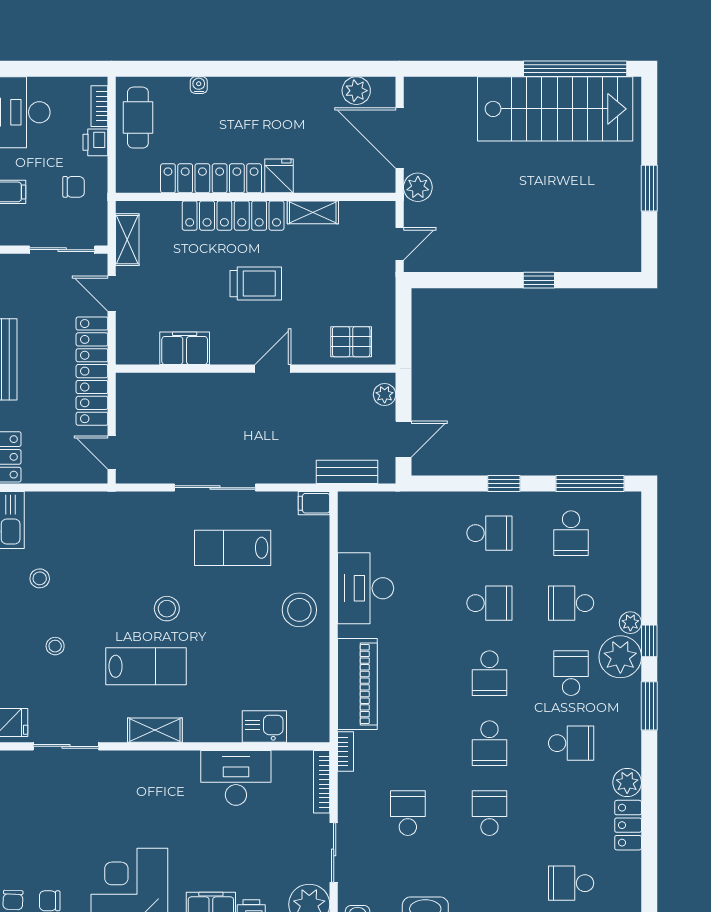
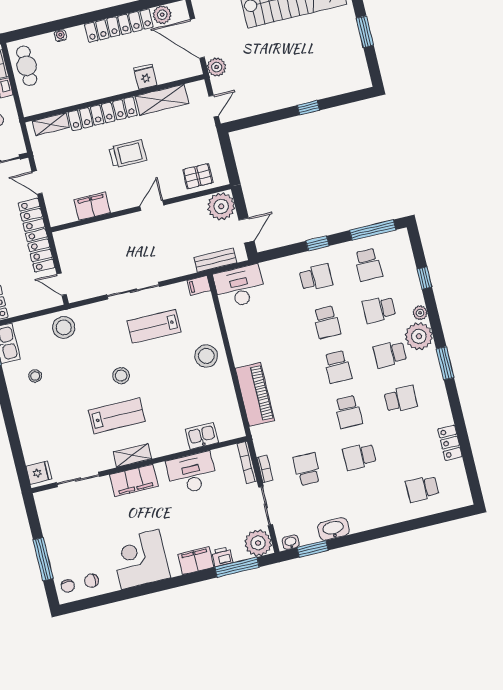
fridge: (279, 176) -> (145, 77), moved
locker: (211, 178) -> (119, 26), moved, turned 180
shelving: (313, 212) -> (162, 100), width x1.50, depth x1.33
shelving: (127, 240) -> (51, 124), moved, turned 90
plant: (385, 395) -> (221, 206), width x1.88, depth x1.88
desk: (366, 588) -> (239, 287), moved, turned 90
school desk: (489, 603) -> (327, 322), turned 90
window: (649, 641) -> (424, 278), moved
stool: (55, 646) -> (64, 327), moved, width x1.89, depth x1.89
school desk: (571, 673) -> (390, 354), turned -90
bookcase: (345, 752) -> (265, 469), moved
filing cabinet: (148, 768) -> (134, 480), added
plant: (627, 783) -> (443, 416), removed
school desk: (489, 813) -> (359, 457), turned -90

